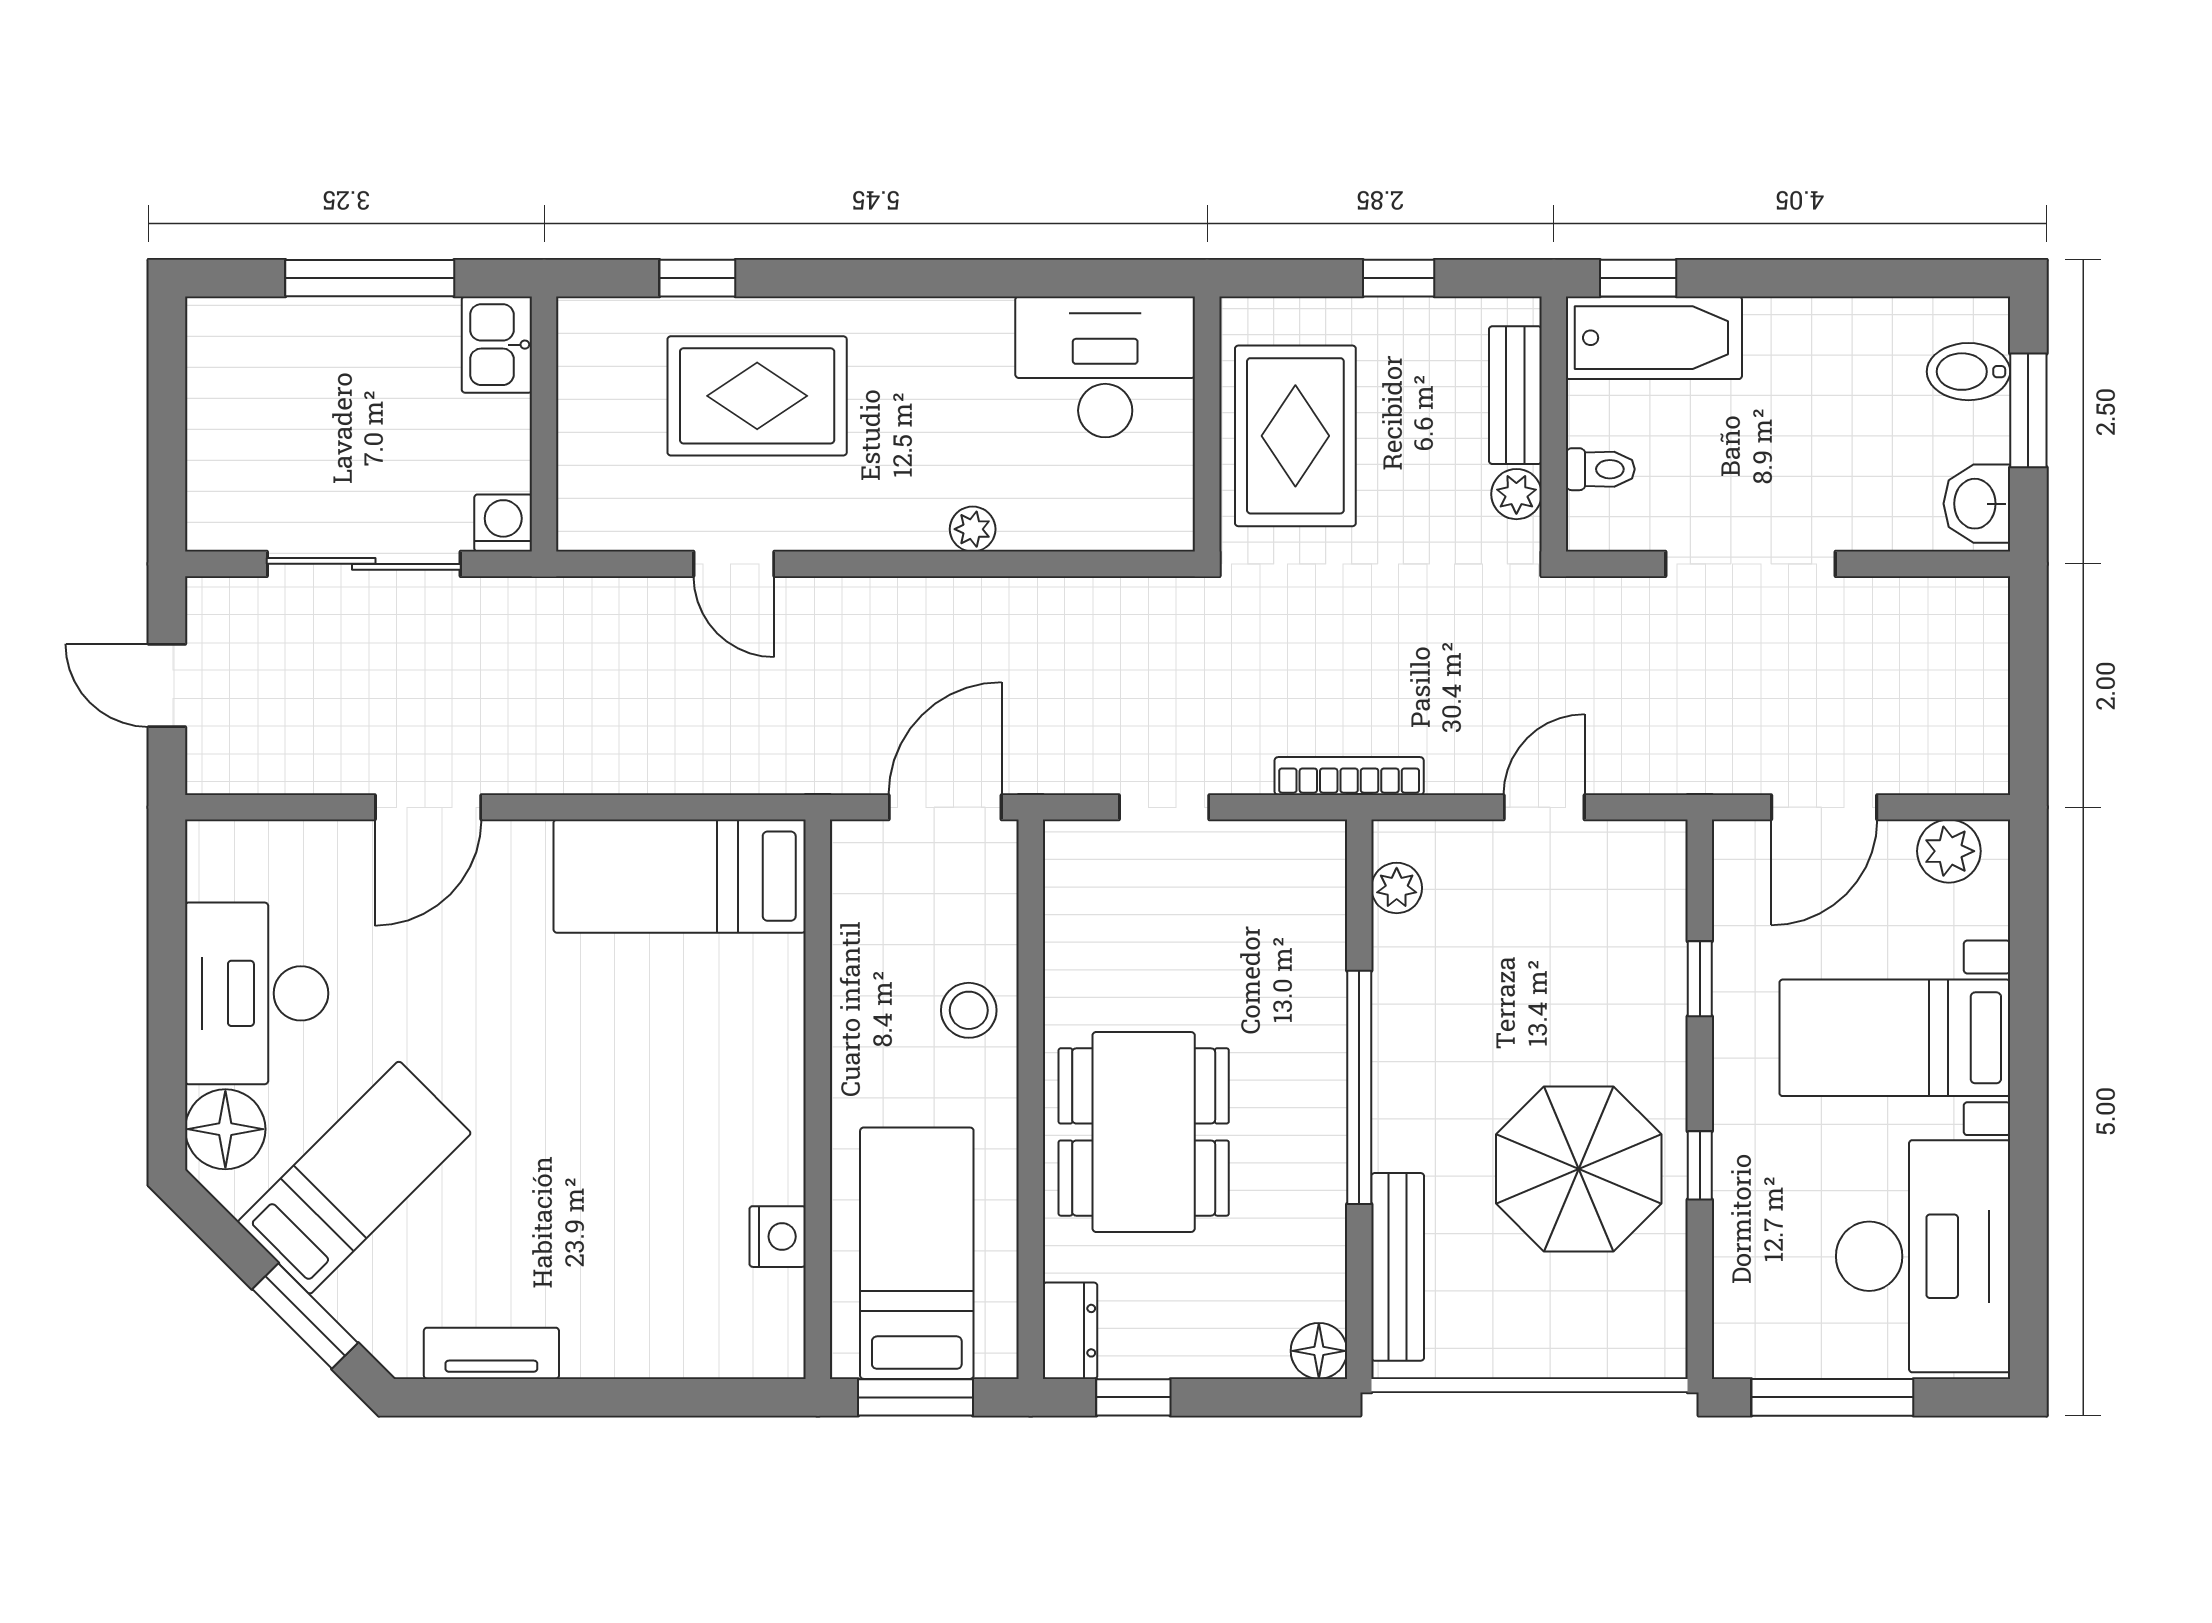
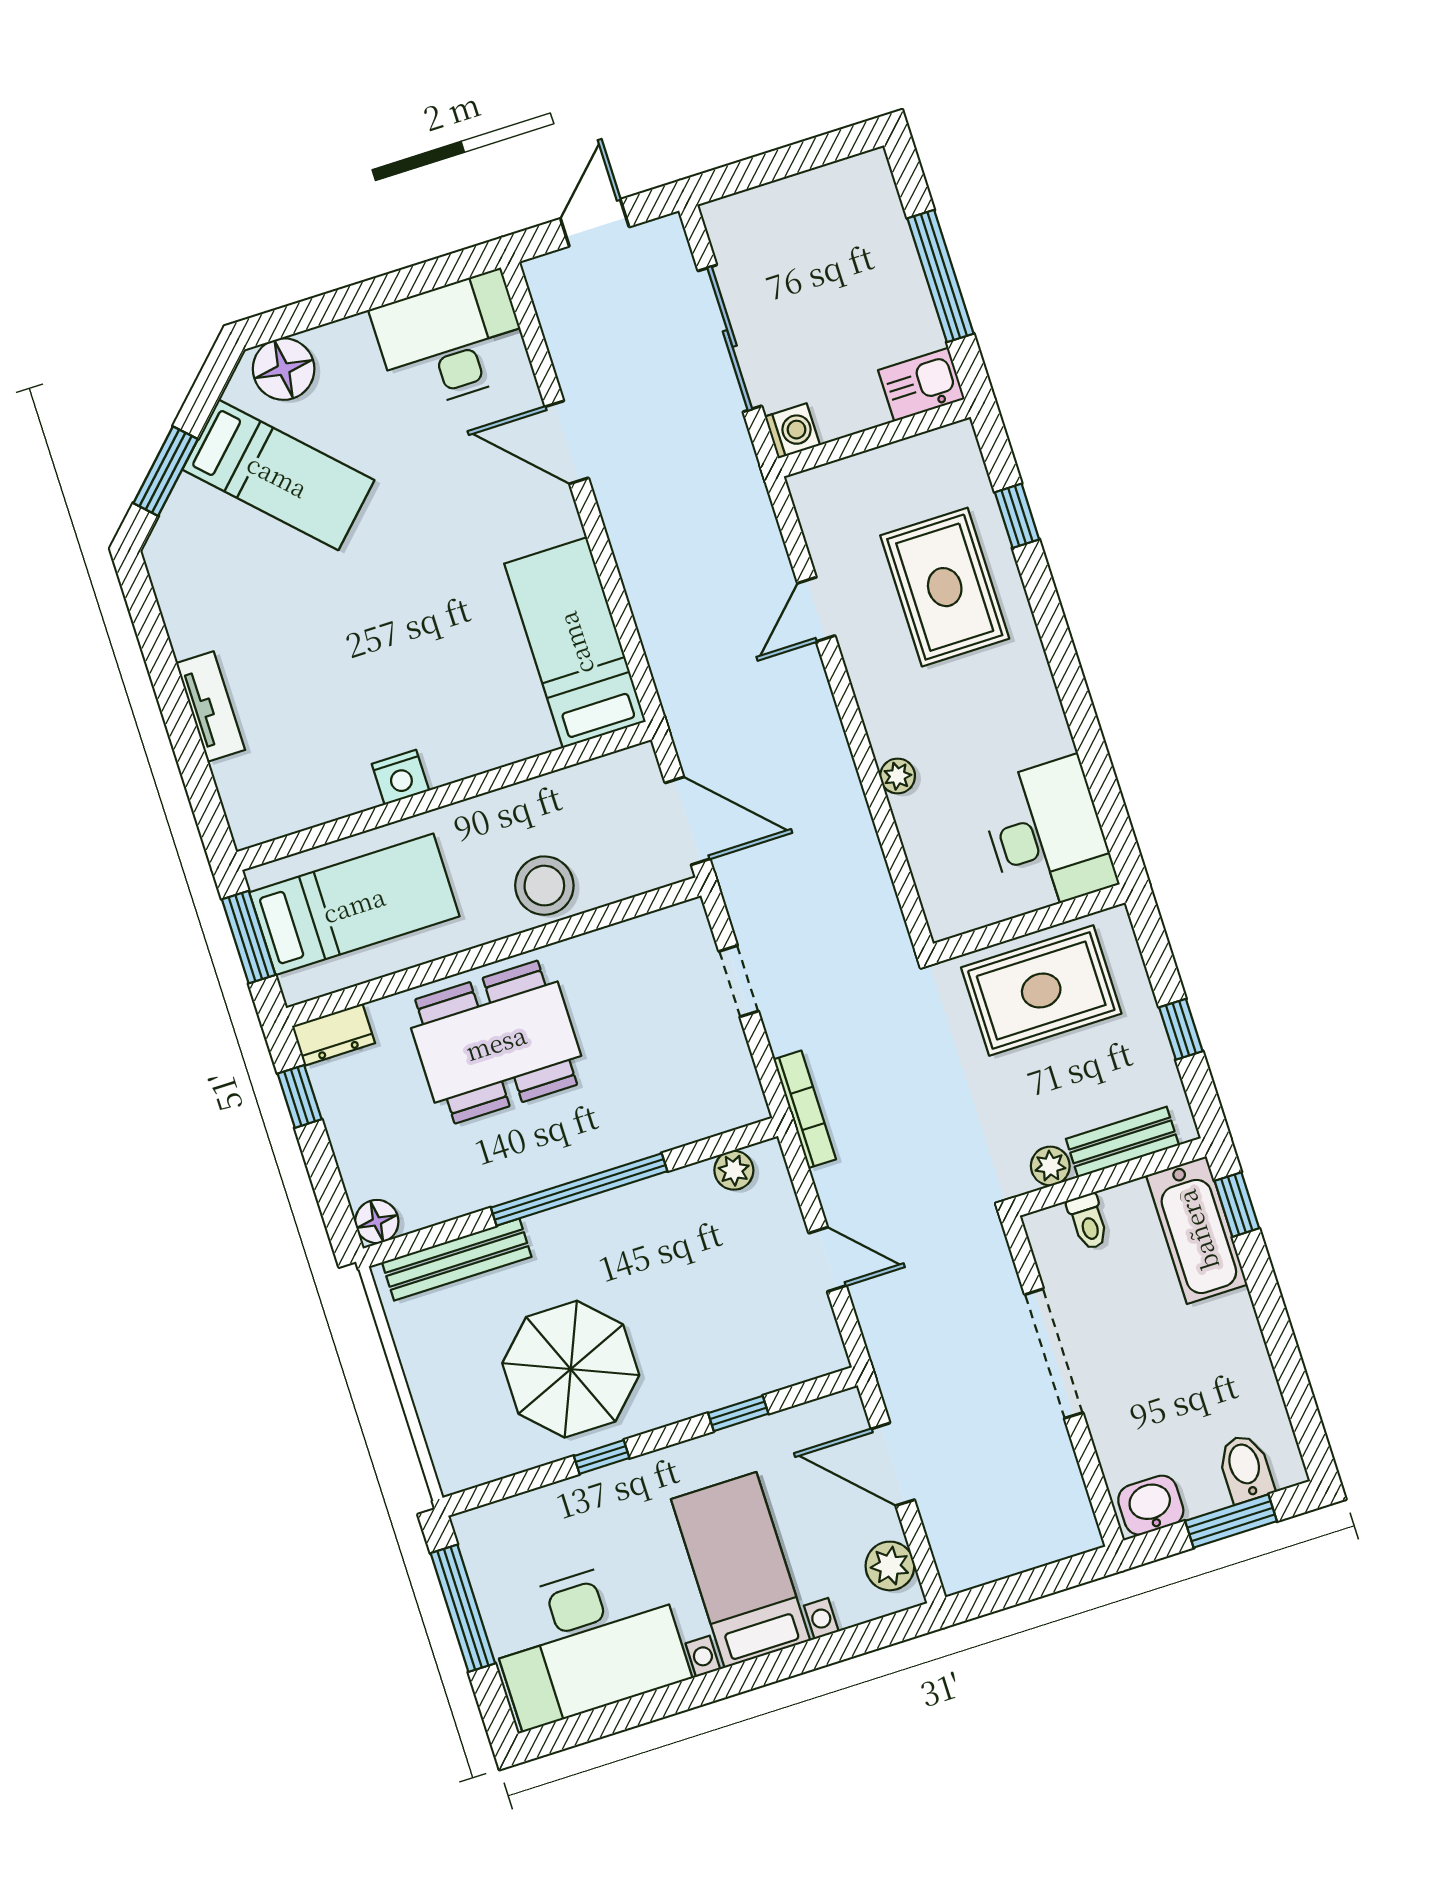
desk: (257, 993) -> (451, 341), moved
stool: (969, 1010) -> (544, 886), width x1.38, depth x1.38
nightstand: (778, 1237) -> (400, 777), moved
tv unit: (491, 1353) -> (211, 707), moved

